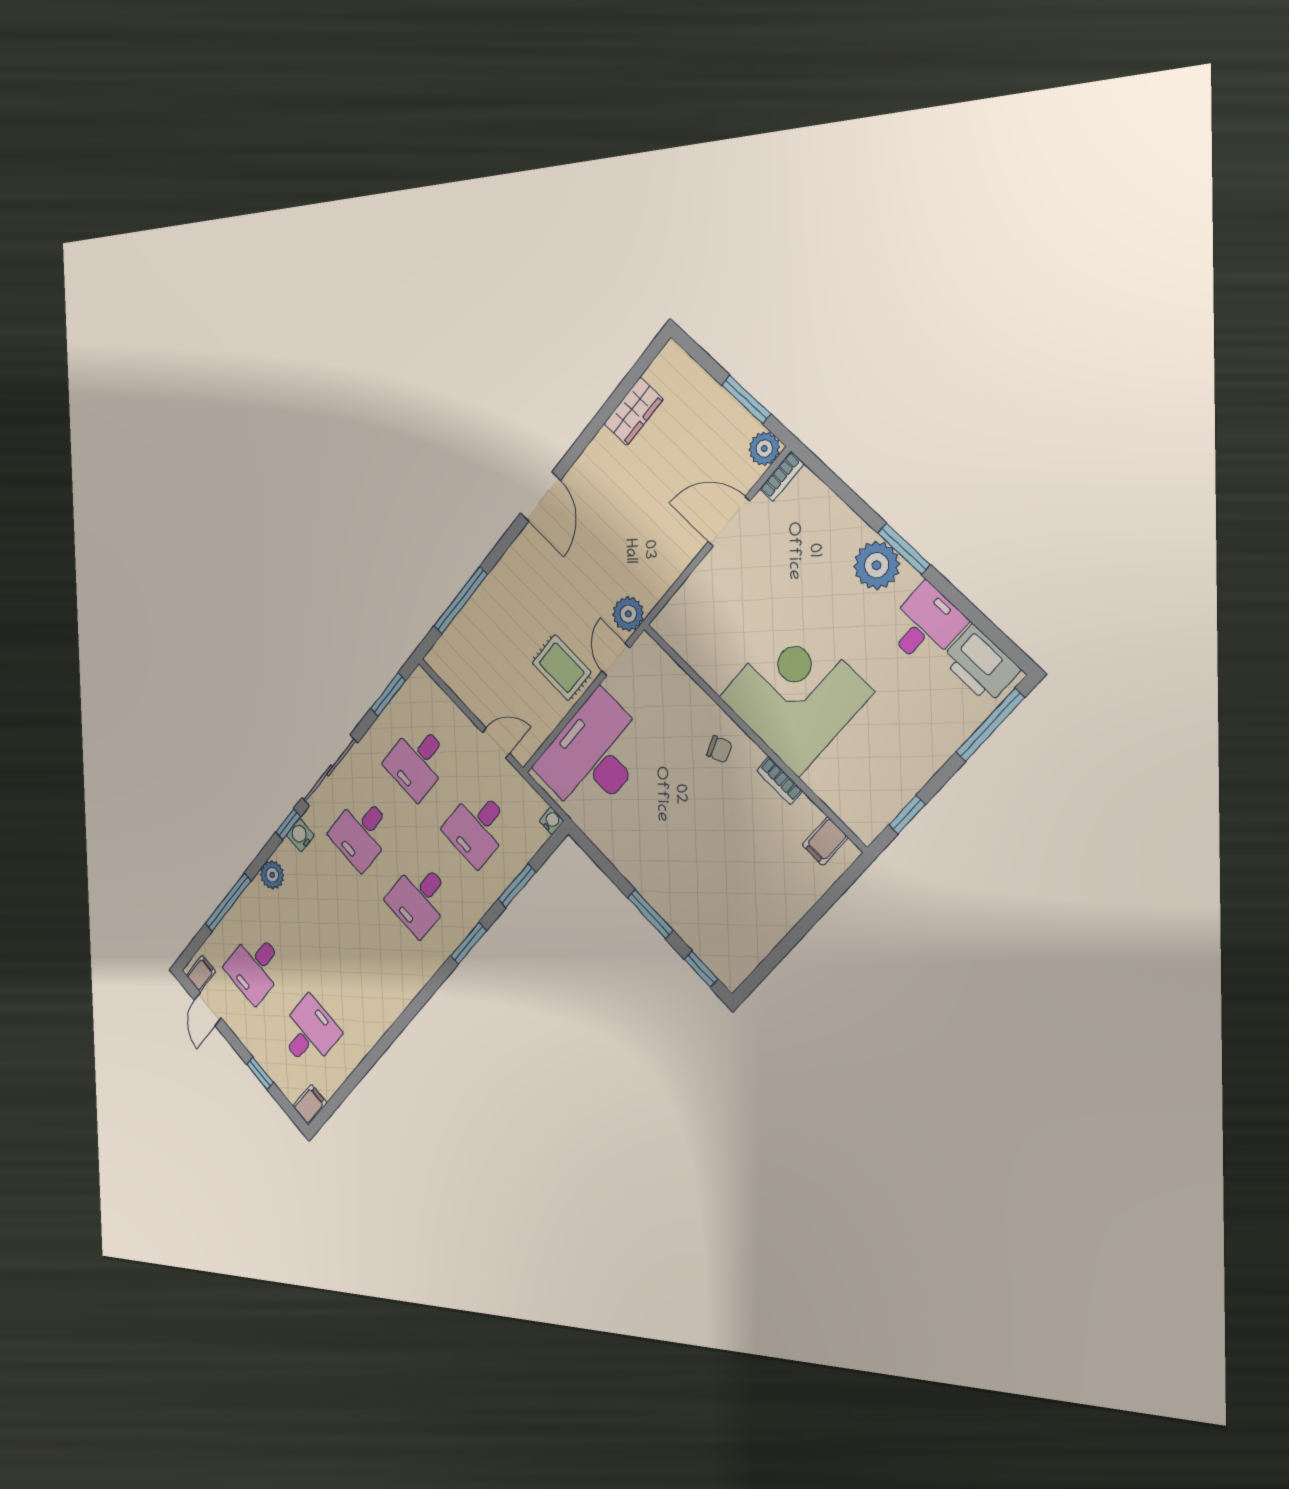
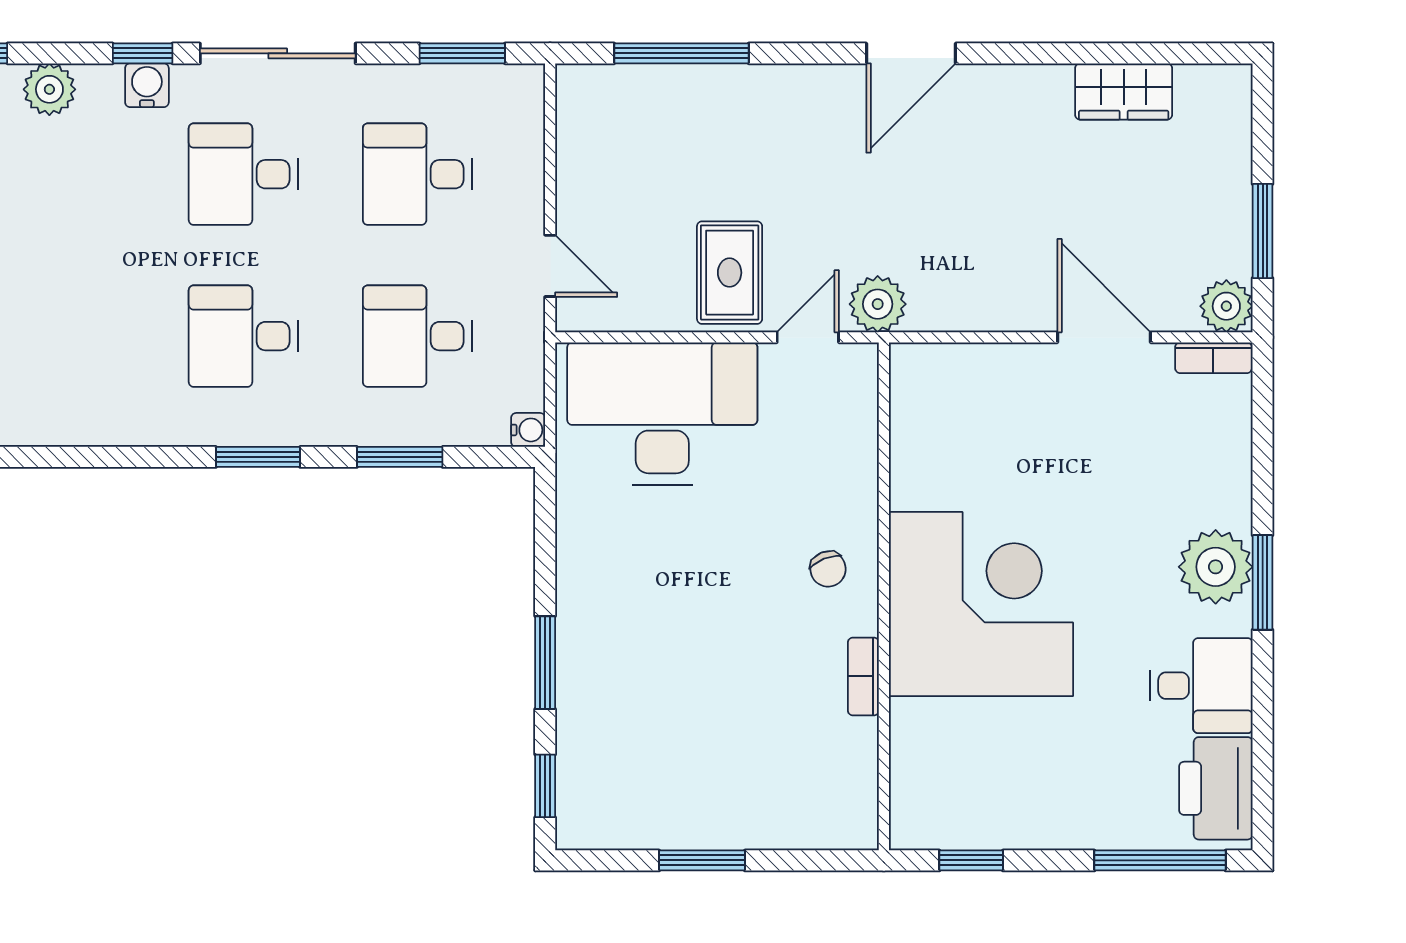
filing cabinet: (825, 841) -> (847, 795), removed
window: (795, 936) -> (702, 860), added

